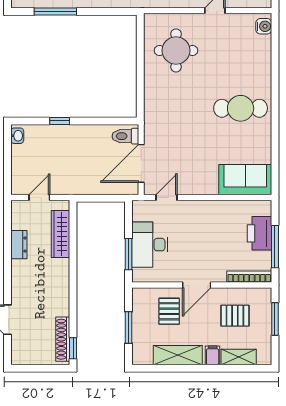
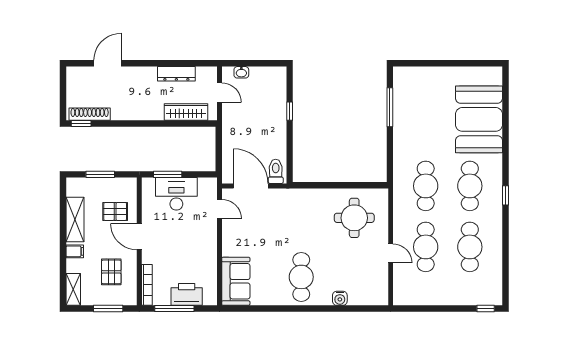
water cooler: (264, 26) -> (340, 298), moved
washbasin: (17, 136) -> (241, 72), moved
dresser: (19, 245) -> (176, 74), width x1.44
shelving: (239, 357) -> (73, 289), moved

